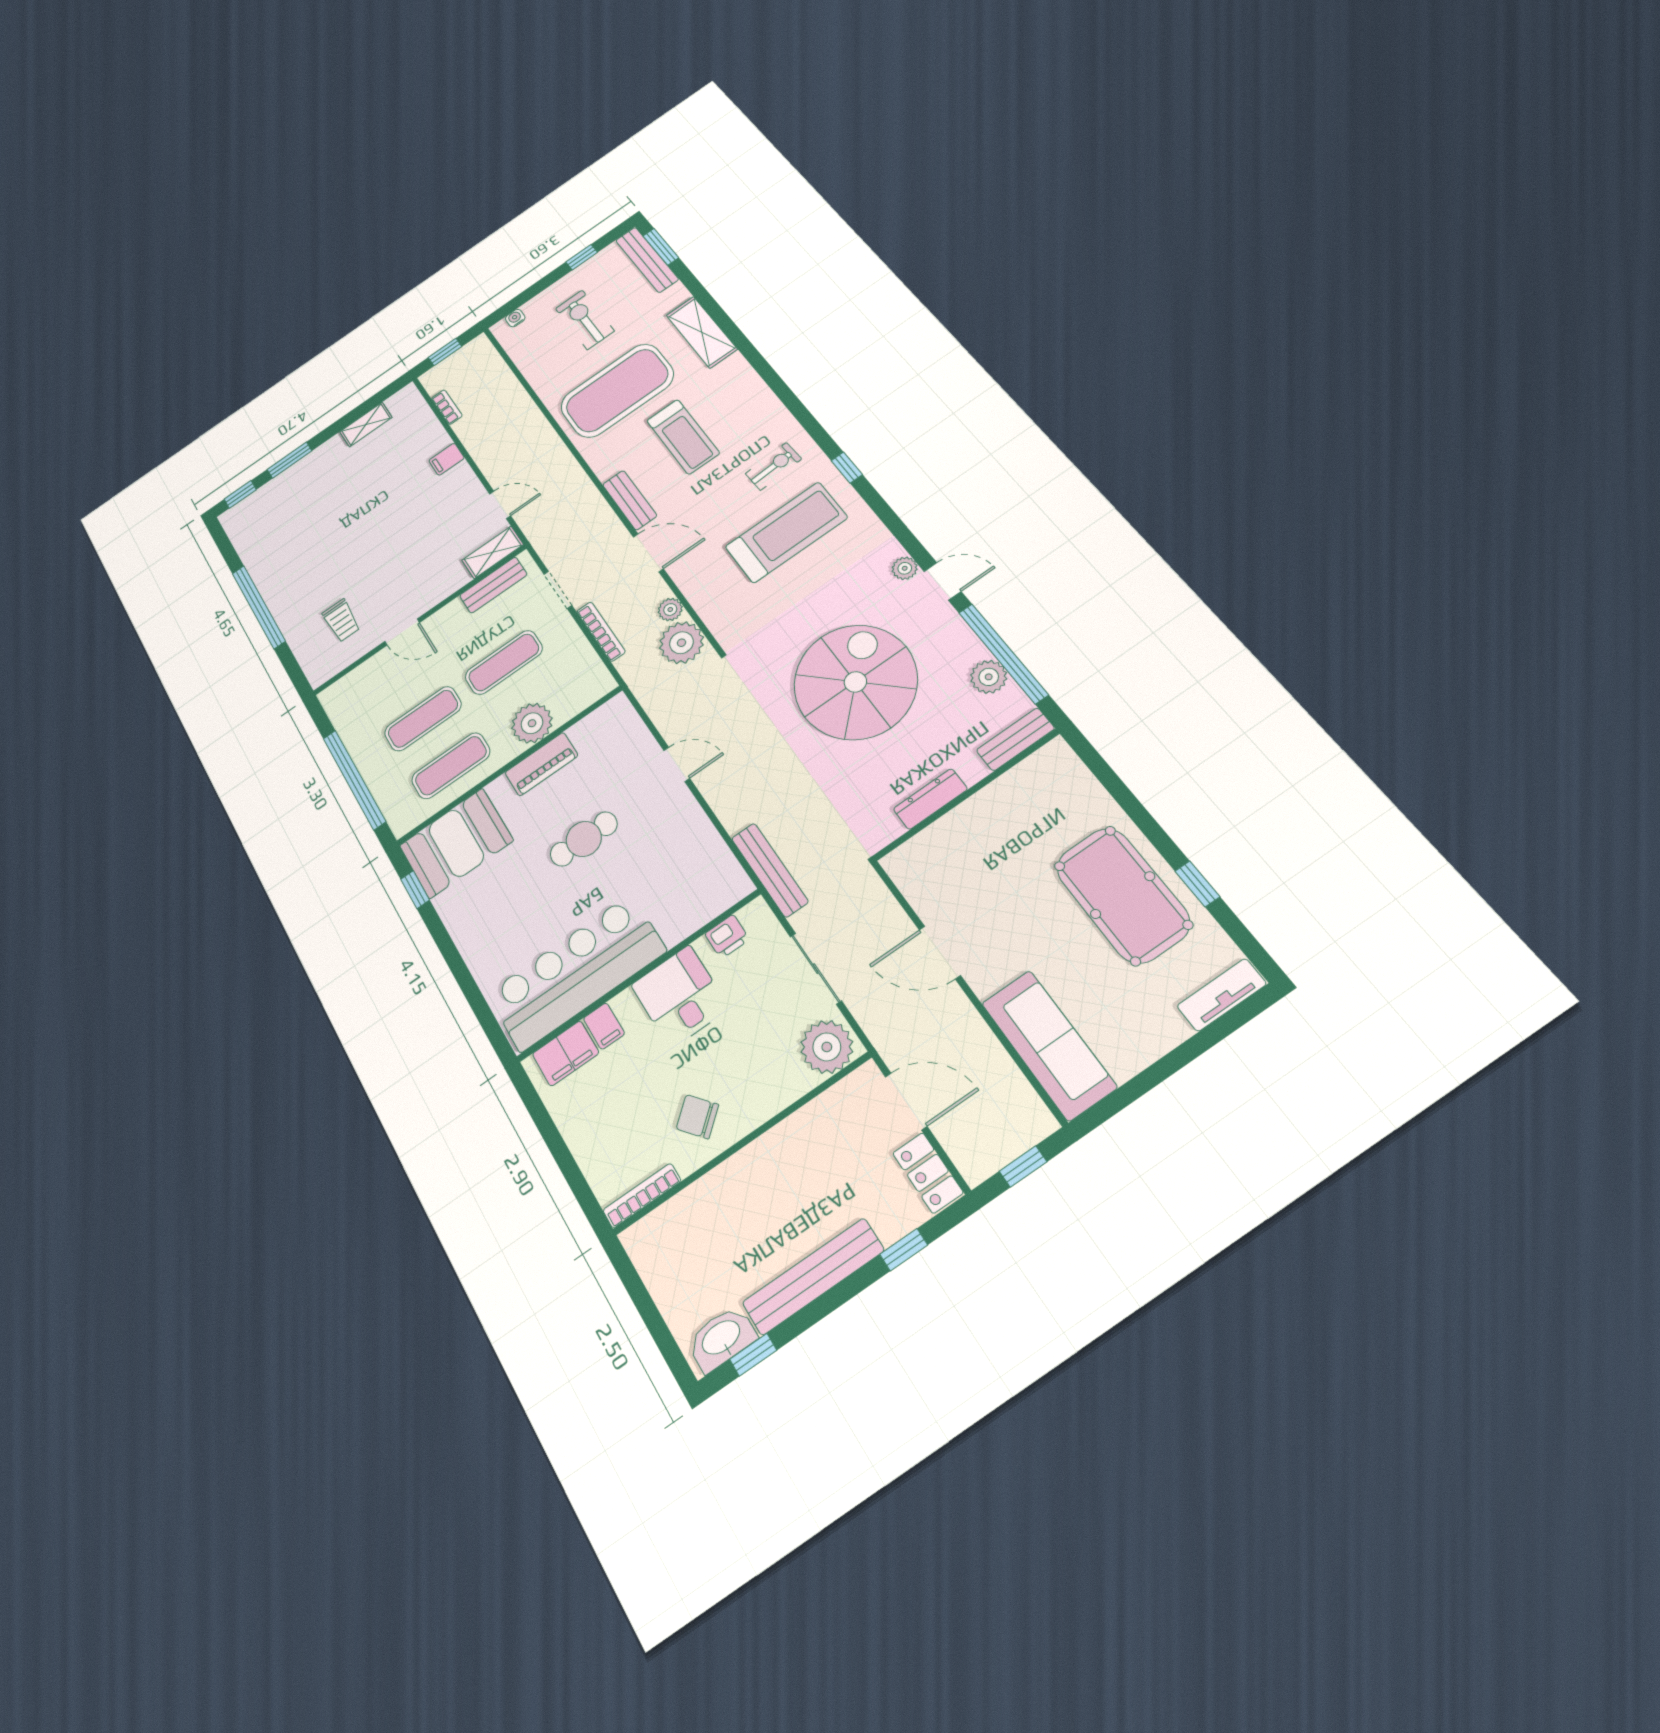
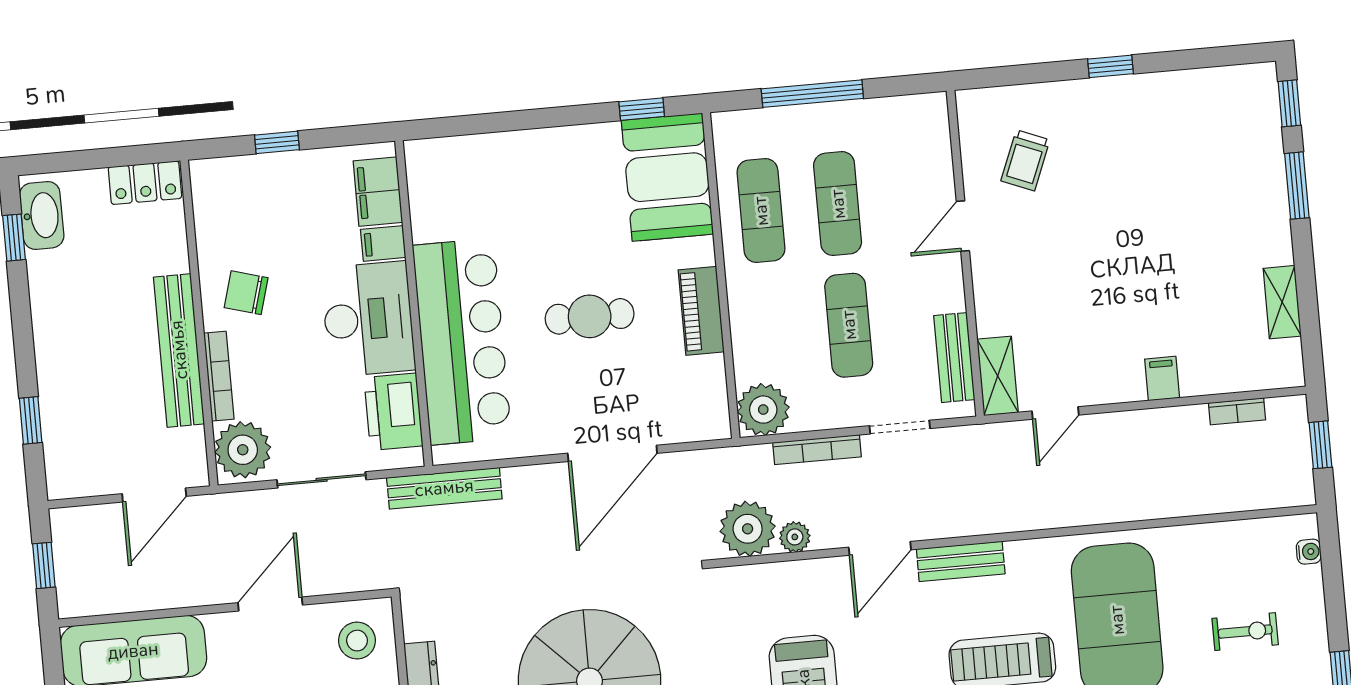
exercise bike: (585, 320) -> (1245, 632), width x0.73, depth x0.72
window: (259, 607) -> (1111, 66), width x0.32
trolley: (341, 620) -> (1025, 160), turned -68
plant: (532, 723) -> (763, 410), moved
door: (677, 764) -> (612, 453), width x1.87
window: (354, 780) -> (812, 94), width x0.68
cafe table: (584, 839) -> (590, 316), turned 90
stool: (928, 867) -> (357, 641), added
printer: (727, 937) -> (393, 412), width x1.87, depth x1.48
bar counter: (576, 972) -> (462, 342), moved
desk: (680, 997) -> (368, 319), width x1.37
chair: (697, 1117) -> (246, 293), turned -124
window: (564, 1159) -> (277, 142), added
locker: (928, 1173) -> (145, 183), moved, turned 180
bookcase: (642, 1196) -> (219, 376), moved
bench: (813, 1277) -> (179, 350), moved

